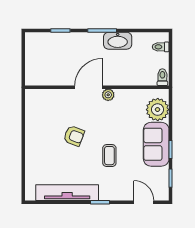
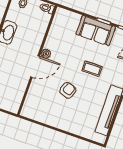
door: (88, 87) -> (35, 67), swing flipped
plant: (158, 110) -> (70, 20), removed

